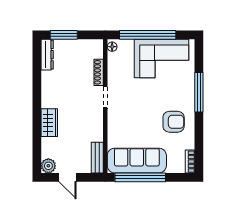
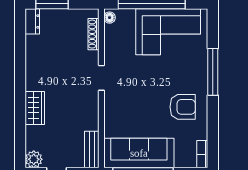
dresser: (47, 55) -> (32, 21), width x0.70
shoe rack: (99, 72) -> (93, 34), moved

